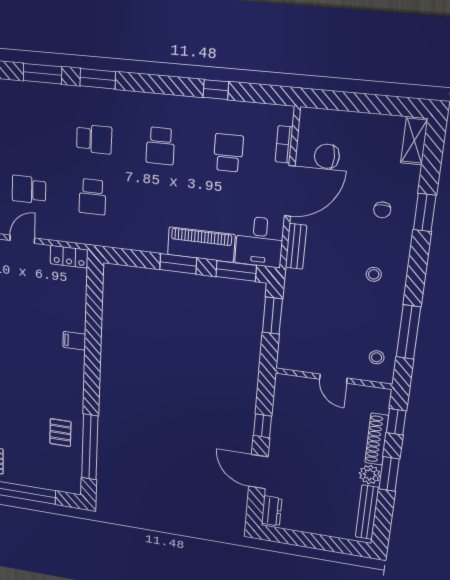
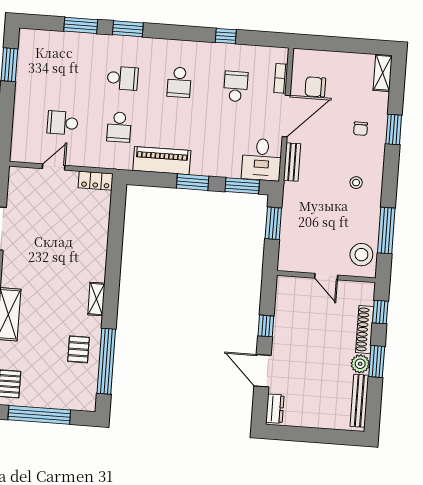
piano: (201, 245) -> (162, 161), moved
filing cabinet: (74, 341) -> (96, 258), removed
stool: (377, 357) -> (361, 255), width x1.89, depth x1.89
shelving: (76, 383) -> (96, 299), added

